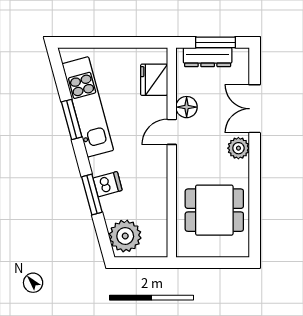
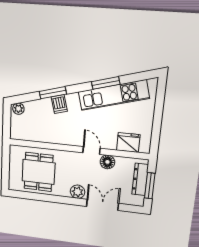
plant: (125, 236) -> (18, 109), width x0.53, depth x0.53

